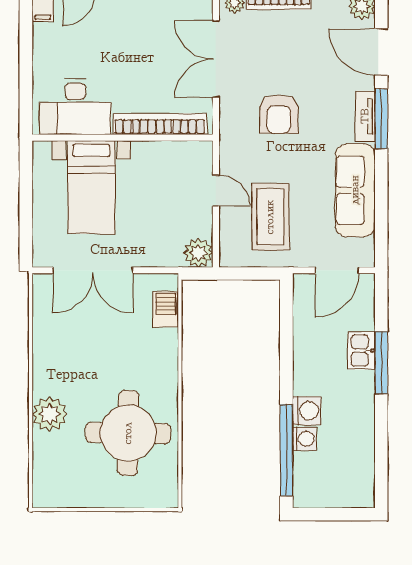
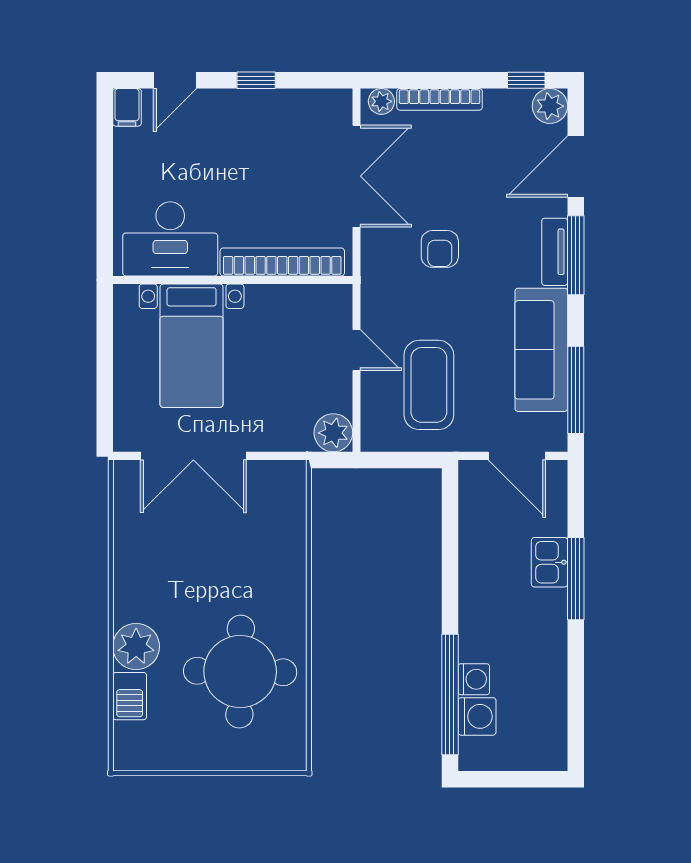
door: (381, 52) -> (576, 167), hinge flipped
double door: (216, 59) -> (356, 176), swing flipped
armchair: (279, 114) -> (440, 249), width x0.72, depth x0.72
window: (381, 221) -> (576, 390), added
door: (337, 270) -> (517, 456), hinge flipped
barbecue: (166, 309) -> (130, 696), moved, turned 180
washing machine: (307, 411) -> (477, 716), moved

